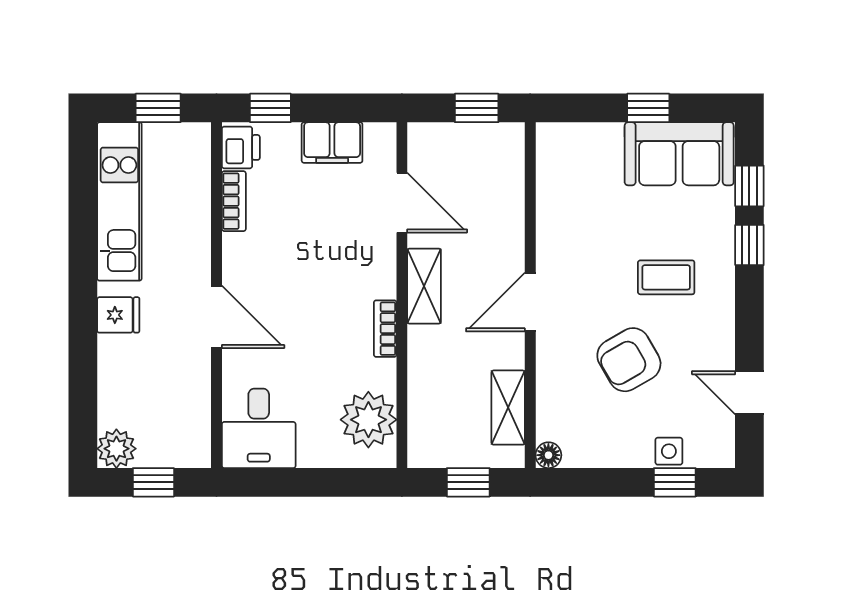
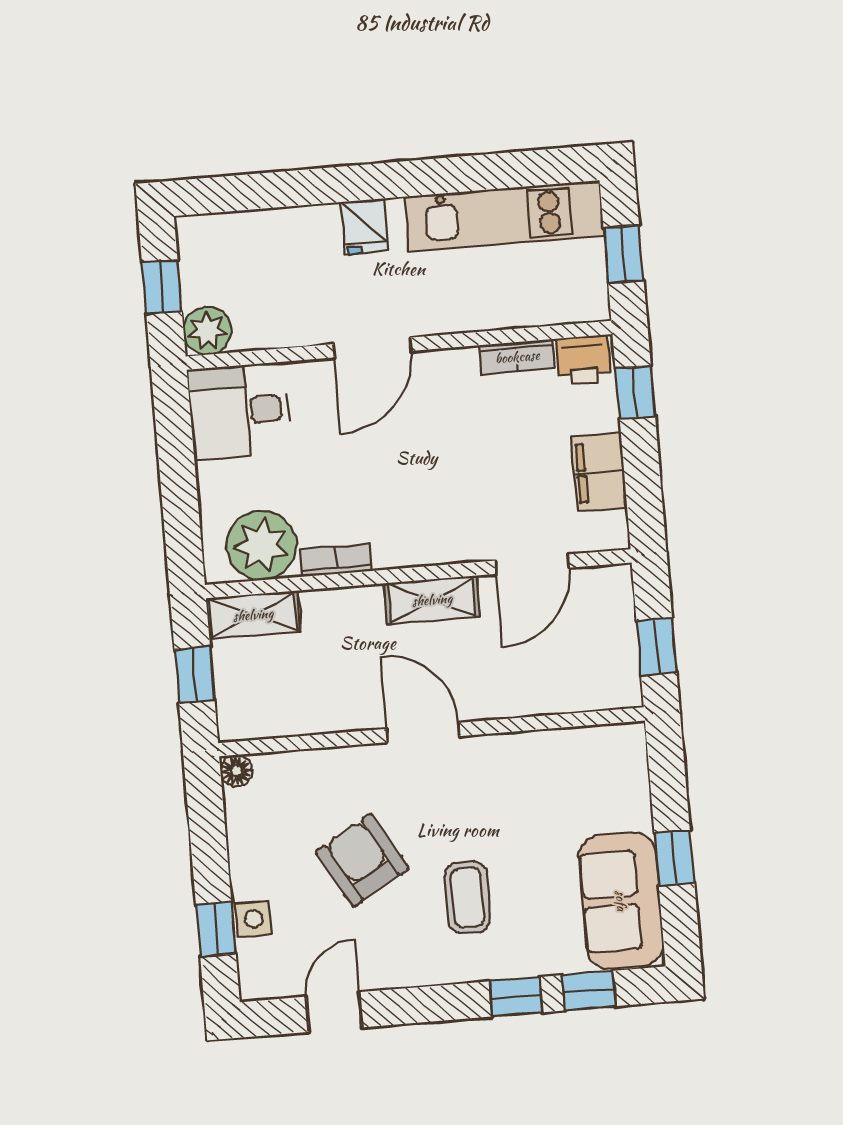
bookcase: (385, 329) -> (336, 560), moved
shelving: (508, 408) -> (253, 615), moved
plant: (116, 449) -> (207, 331), moved

